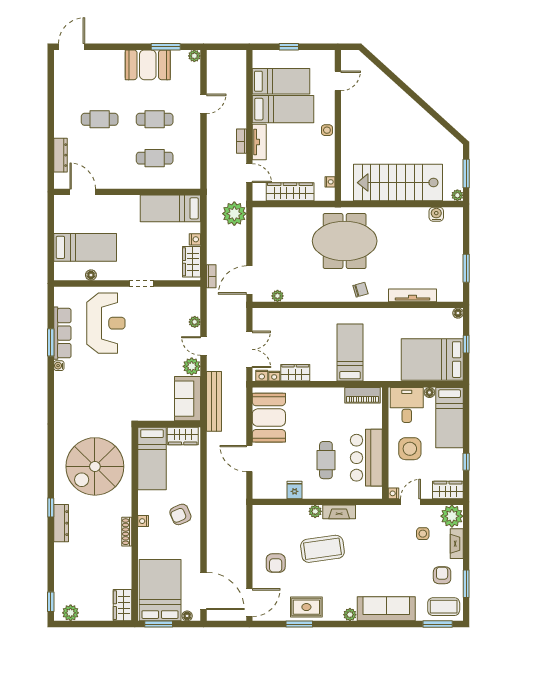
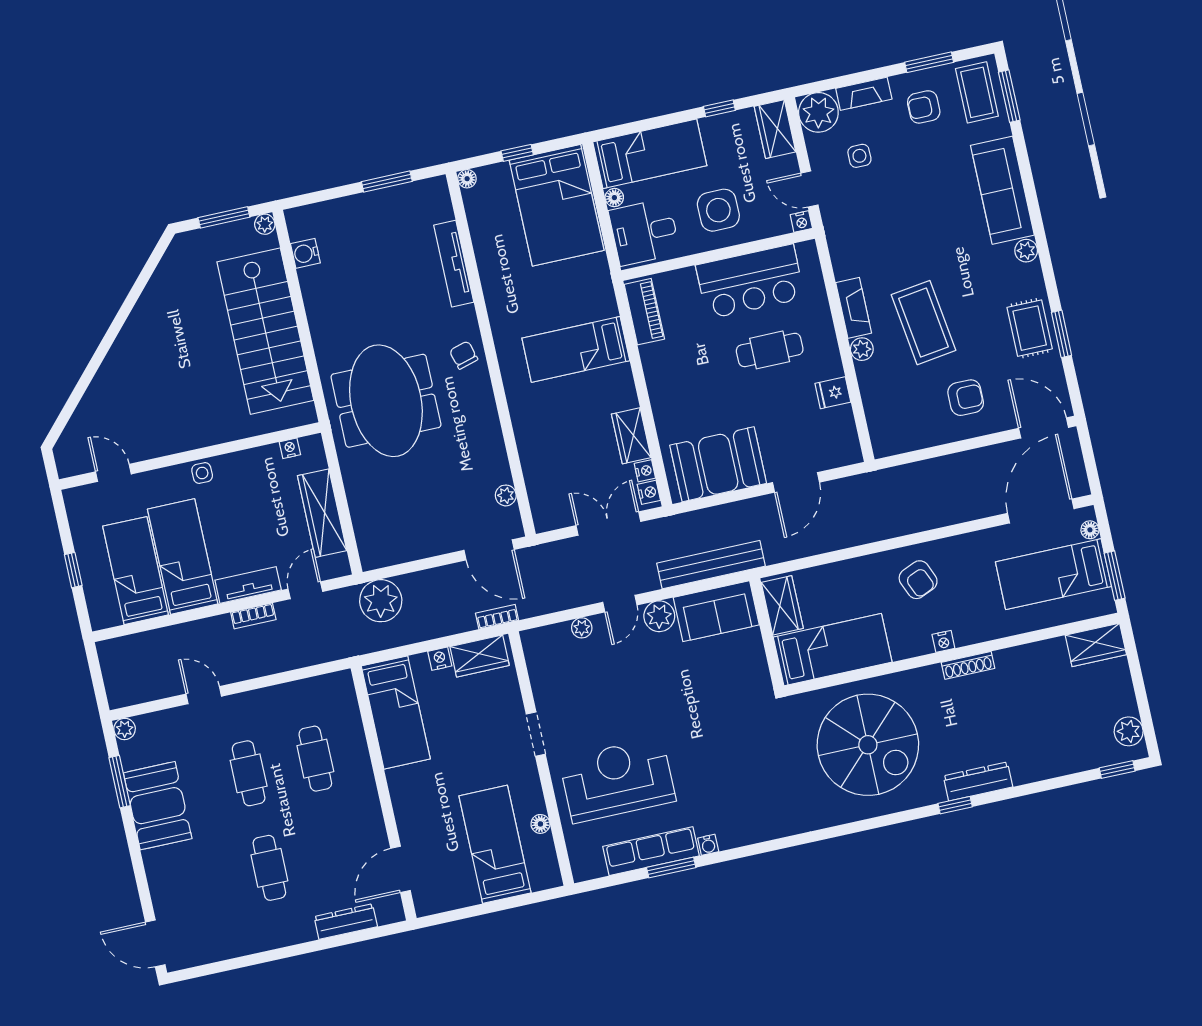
bed: (160, 590) -> (1053, 574), width x0.67

